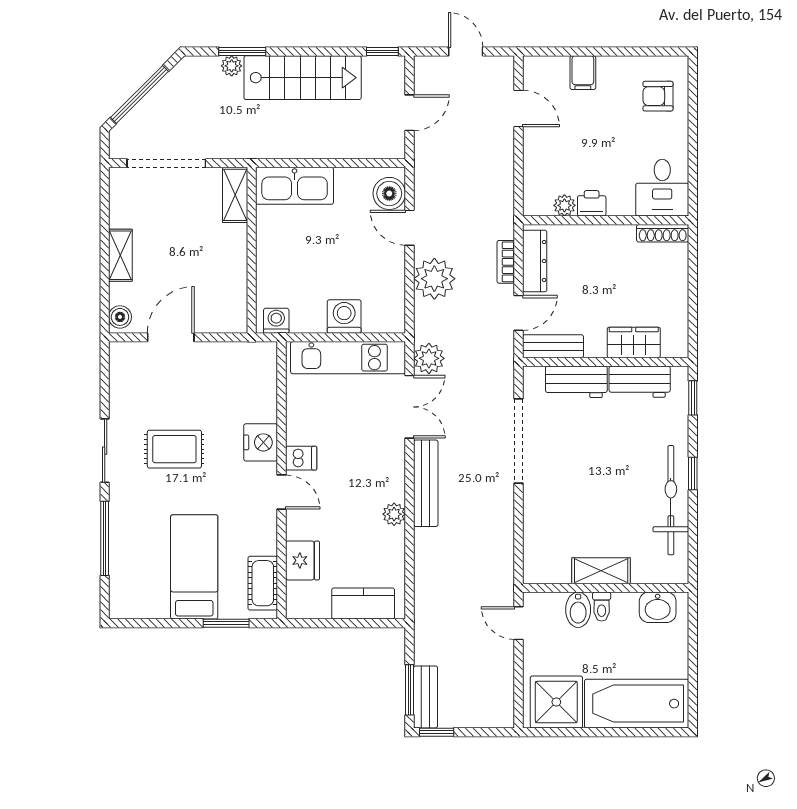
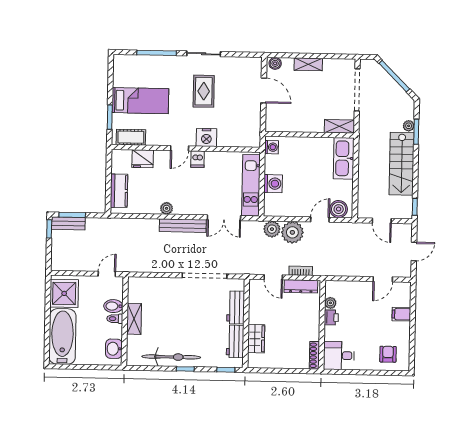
bench: (553, 346) -> (255, 295), removed
plant: (429, 358) -> (272, 229), moved

